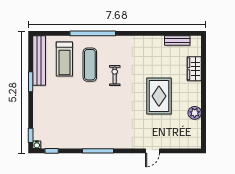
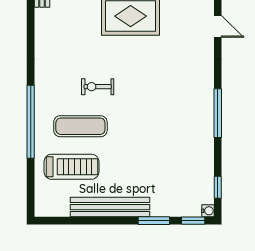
bench: (39, 61) -> (110, 207), moved
window: (31, 82) -> (154, 221), moved

